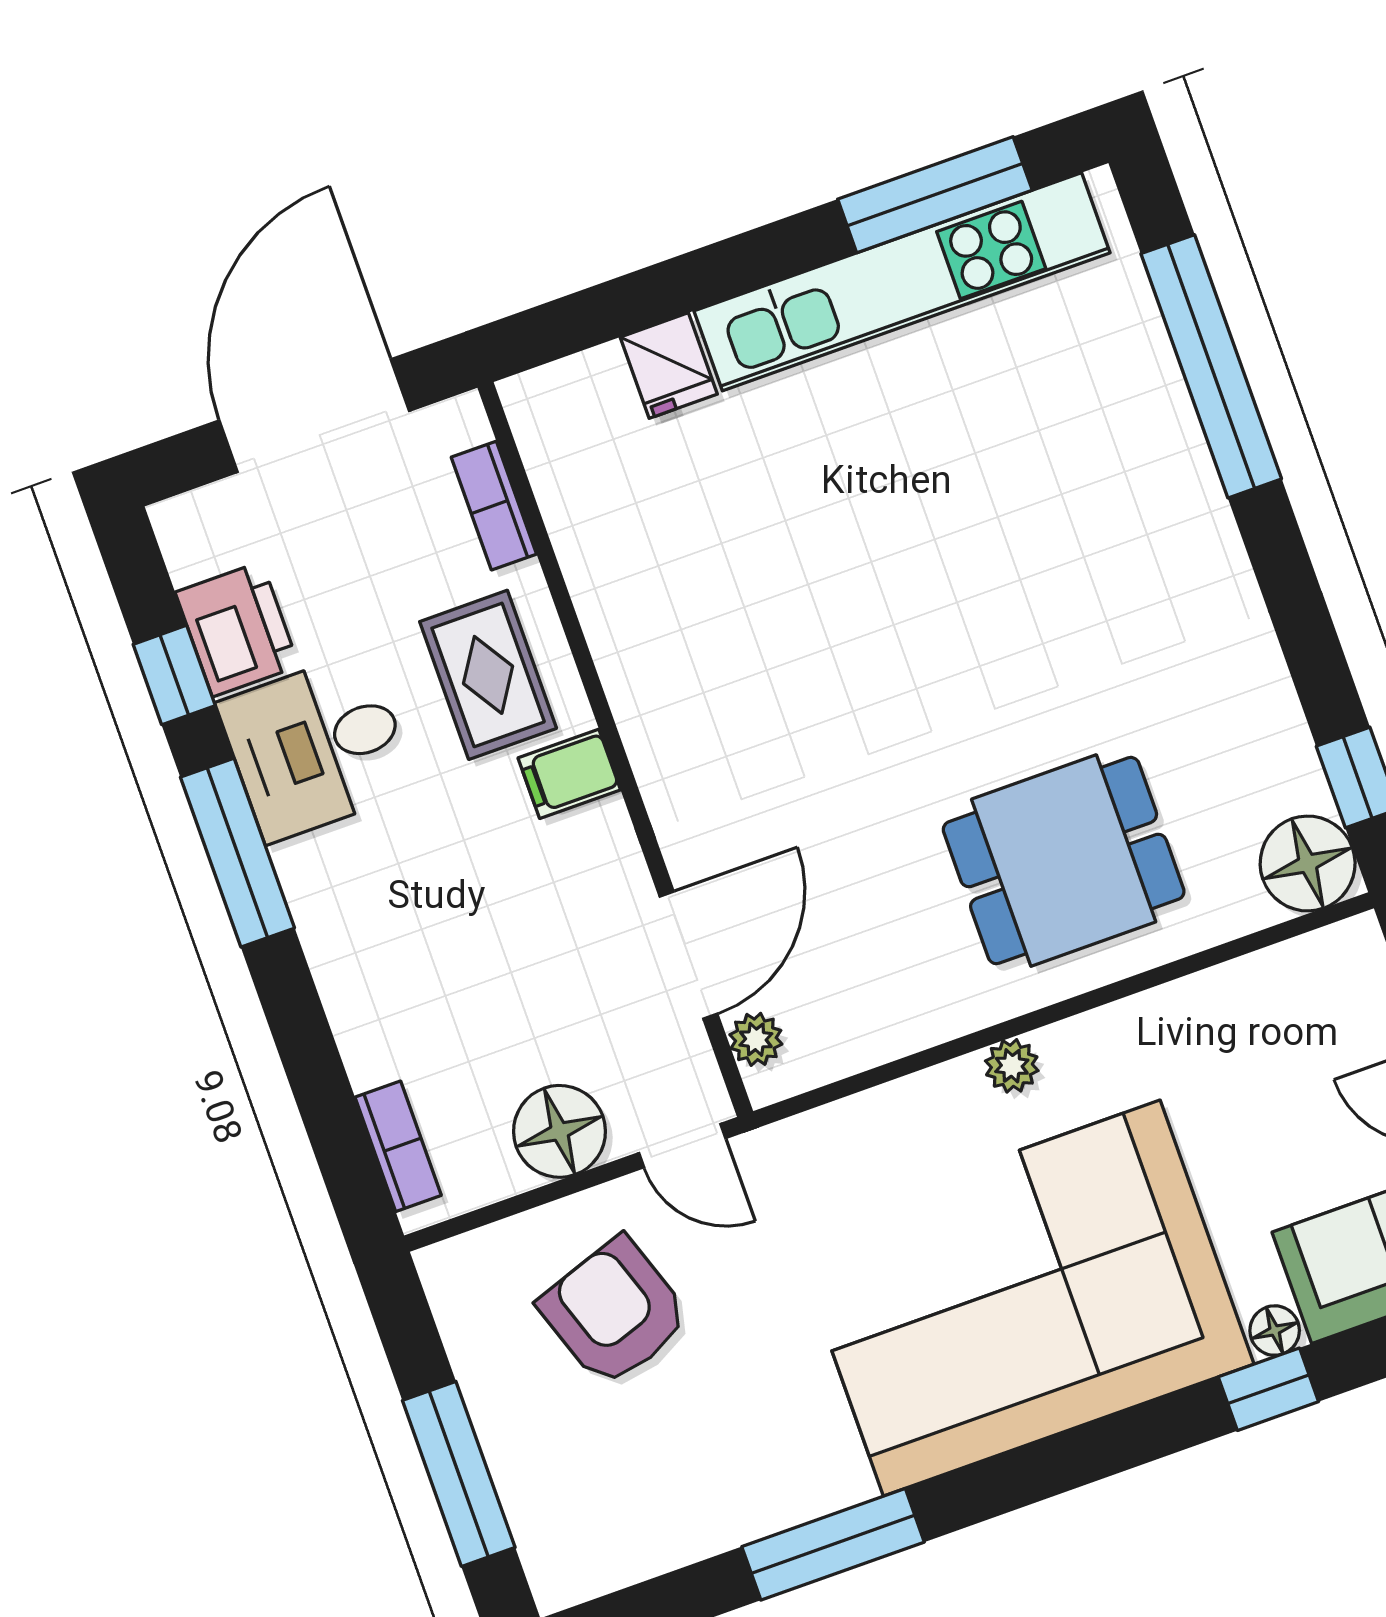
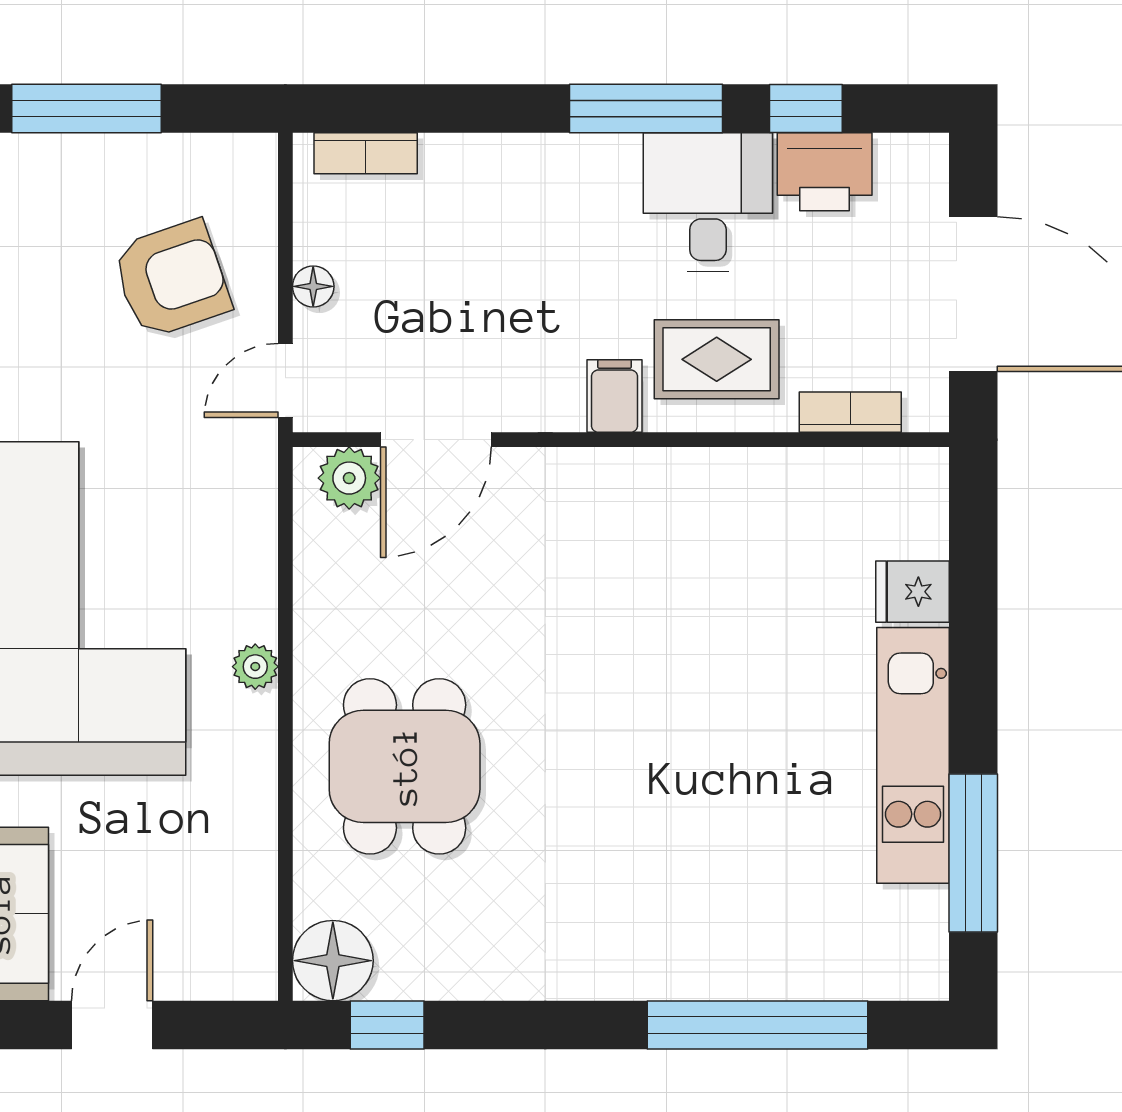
kitchen unit: (902, 282) -> (913, 755), width x0.73
door: (689, 955) -> (436, 440), hinge flipped
plant: (756, 1039) -> (349, 478), width x1.38, depth x1.38
floor lamp: (560, 1131) -> (313, 286), width x0.53, depth x0.53

